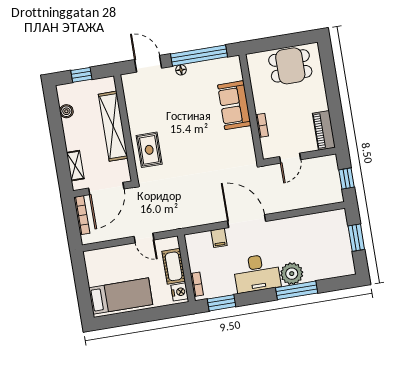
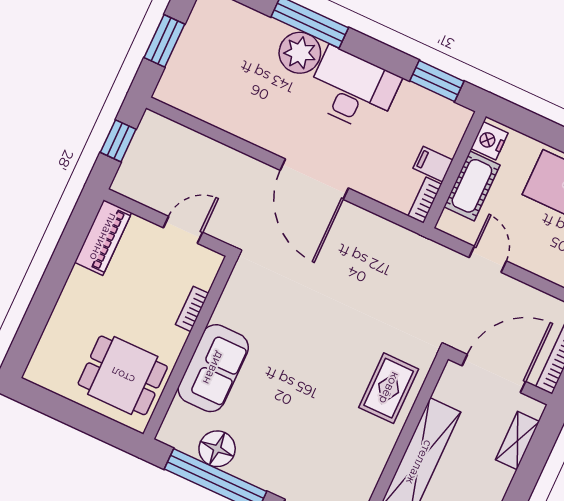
dining table: (290, 66) -> (123, 375), moved
floor lamp: (181, 70) -> (217, 449), moved, width x1.89, depth x1.89
filing cabinet: (219, 238) -> (433, 164), moved, turned -90
bookcase: (197, 284) -> (425, 200), moved

